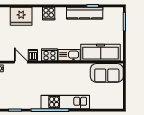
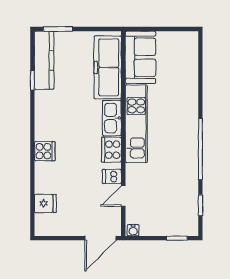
kitchen counter: (85, 13) -> (44, 60), moved
fridge: (21, 16) -> (45, 203), width x0.53, depth x0.75
kitchen unit: (65, 102) -> (136, 124), moved, turned 180

